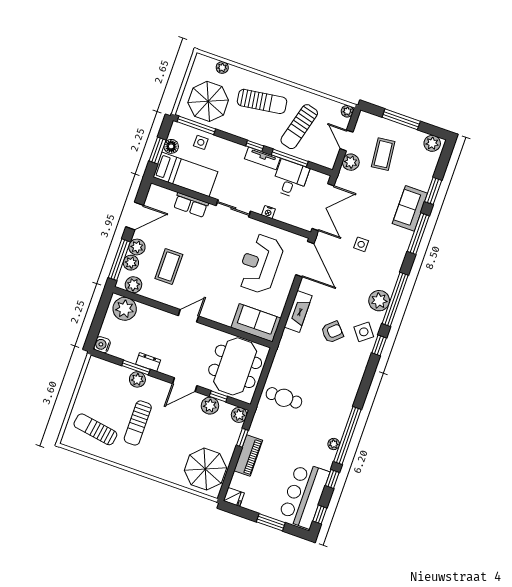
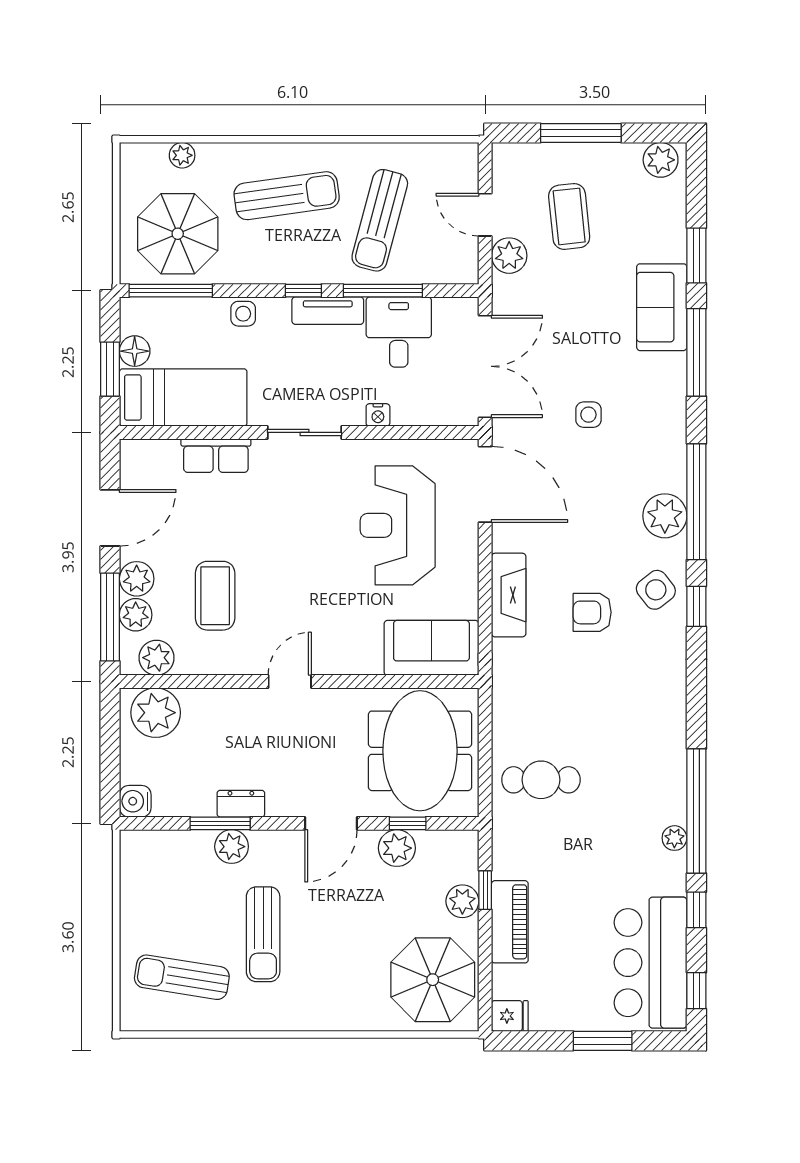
plant: (347, 111) -> (466, 155), removed
side table: (201, 142) -> (243, 314), moved
armchair: (332, 332) -> (592, 612), turned -138
plant: (239, 415) -> (462, 901), moved

